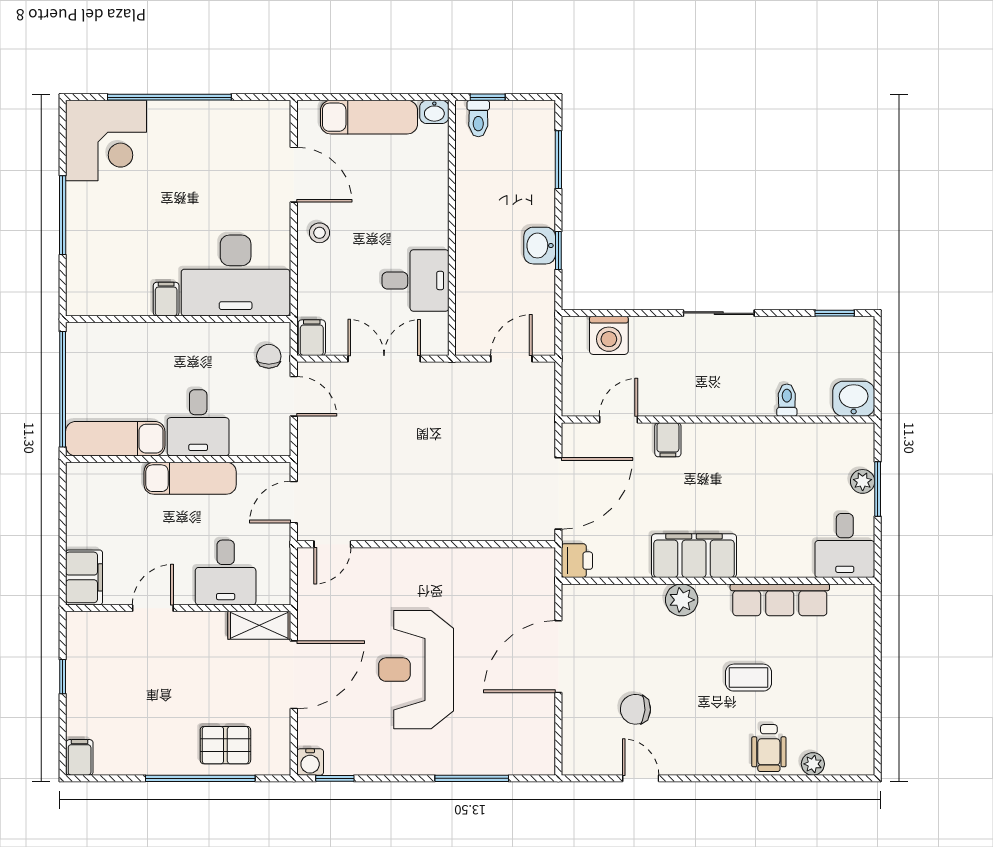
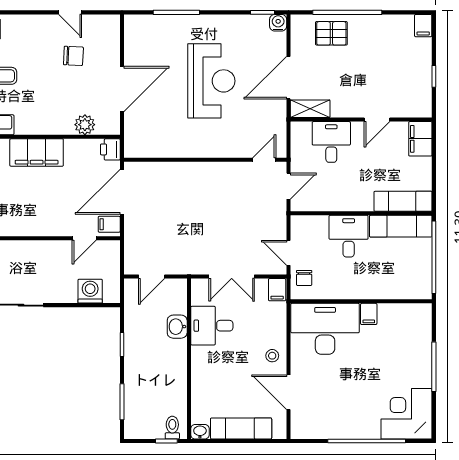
washbasin: (540, 246) -> (177, 327), moved, turned 180
filing cabinet: (668, 440) -> (109, 224), moved, turned -90
exam couch: (190, 478) -> (403, 201), moved
plant: (682, 600) -> (85, 125), moved

